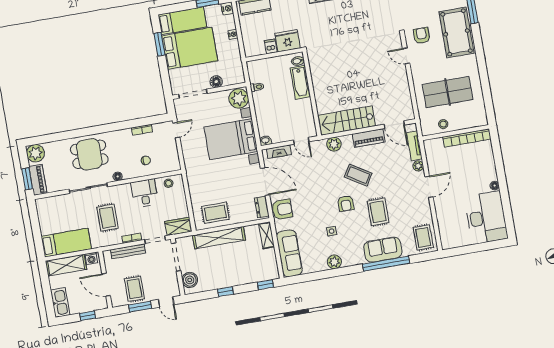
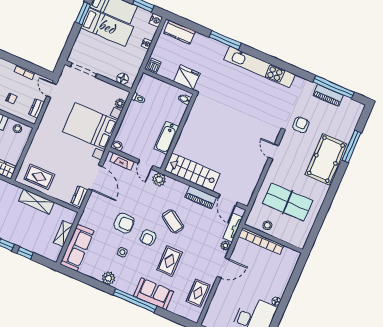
armchair: (422, 36) -> (301, 125), moved
dishwasher: (271, 46) -> (154, 66), moved
bed: (190, 48) -> (107, 27), width x0.67
floor lamp: (216, 82) -> (122, 79), moved
bathtub: (300, 82) -> (166, 138), moved
plant: (239, 98) -> (120, 104), width x0.53, depth x0.53
door: (176, 130) -> (52, 90), swing flipped
bookcase: (467, 138) -> (261, 241), moved
plant: (334, 144) -> (159, 179), moved
dresser: (173, 155) -> (36, 108), added
armchair: (282, 209) -> (124, 223), moved
shelving: (267, 235) -> (63, 234), moved
rug: (423, 237) -> (198, 293), moved
shelving: (219, 238) -> (36, 202), width x0.68
window: (386, 264) -> (135, 301), moved
window: (265, 285) -> (25, 253), moved

